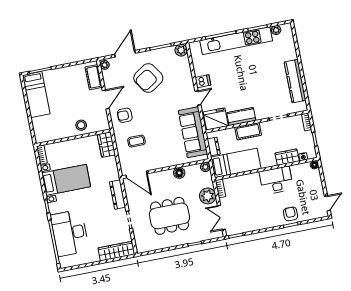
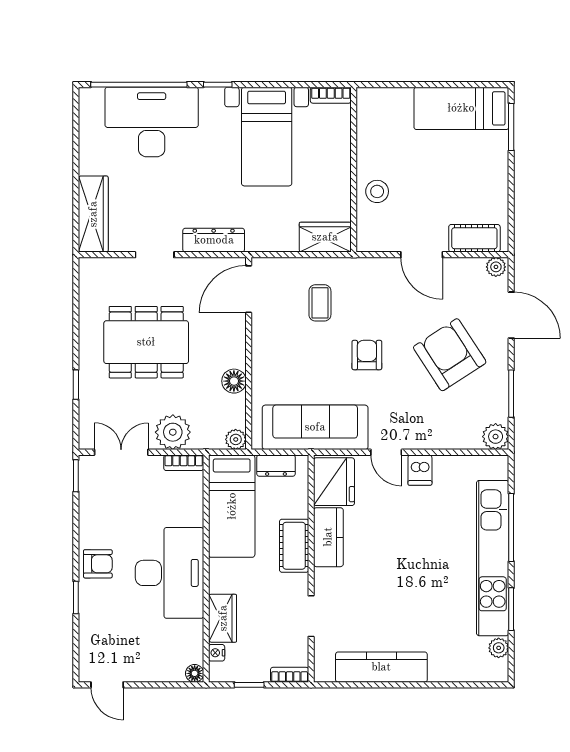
armchair: (125, 115) -> (367, 355), moved
desk: (276, 180) -> (169, 573), width x1.36, depth x1.30
armchair: (291, 214) -> (98, 564), moved
dining table: (169, 216) -> (146, 342), turned 90

